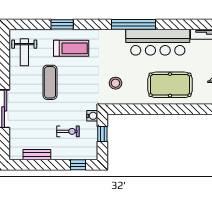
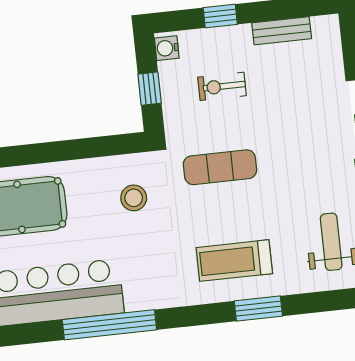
exercise mat: (50, 82) -> (220, 167), moved, turned 90
water cooler: (92, 116) -> (167, 48), moved
window: (78, 165) -> (220, 16), moved

